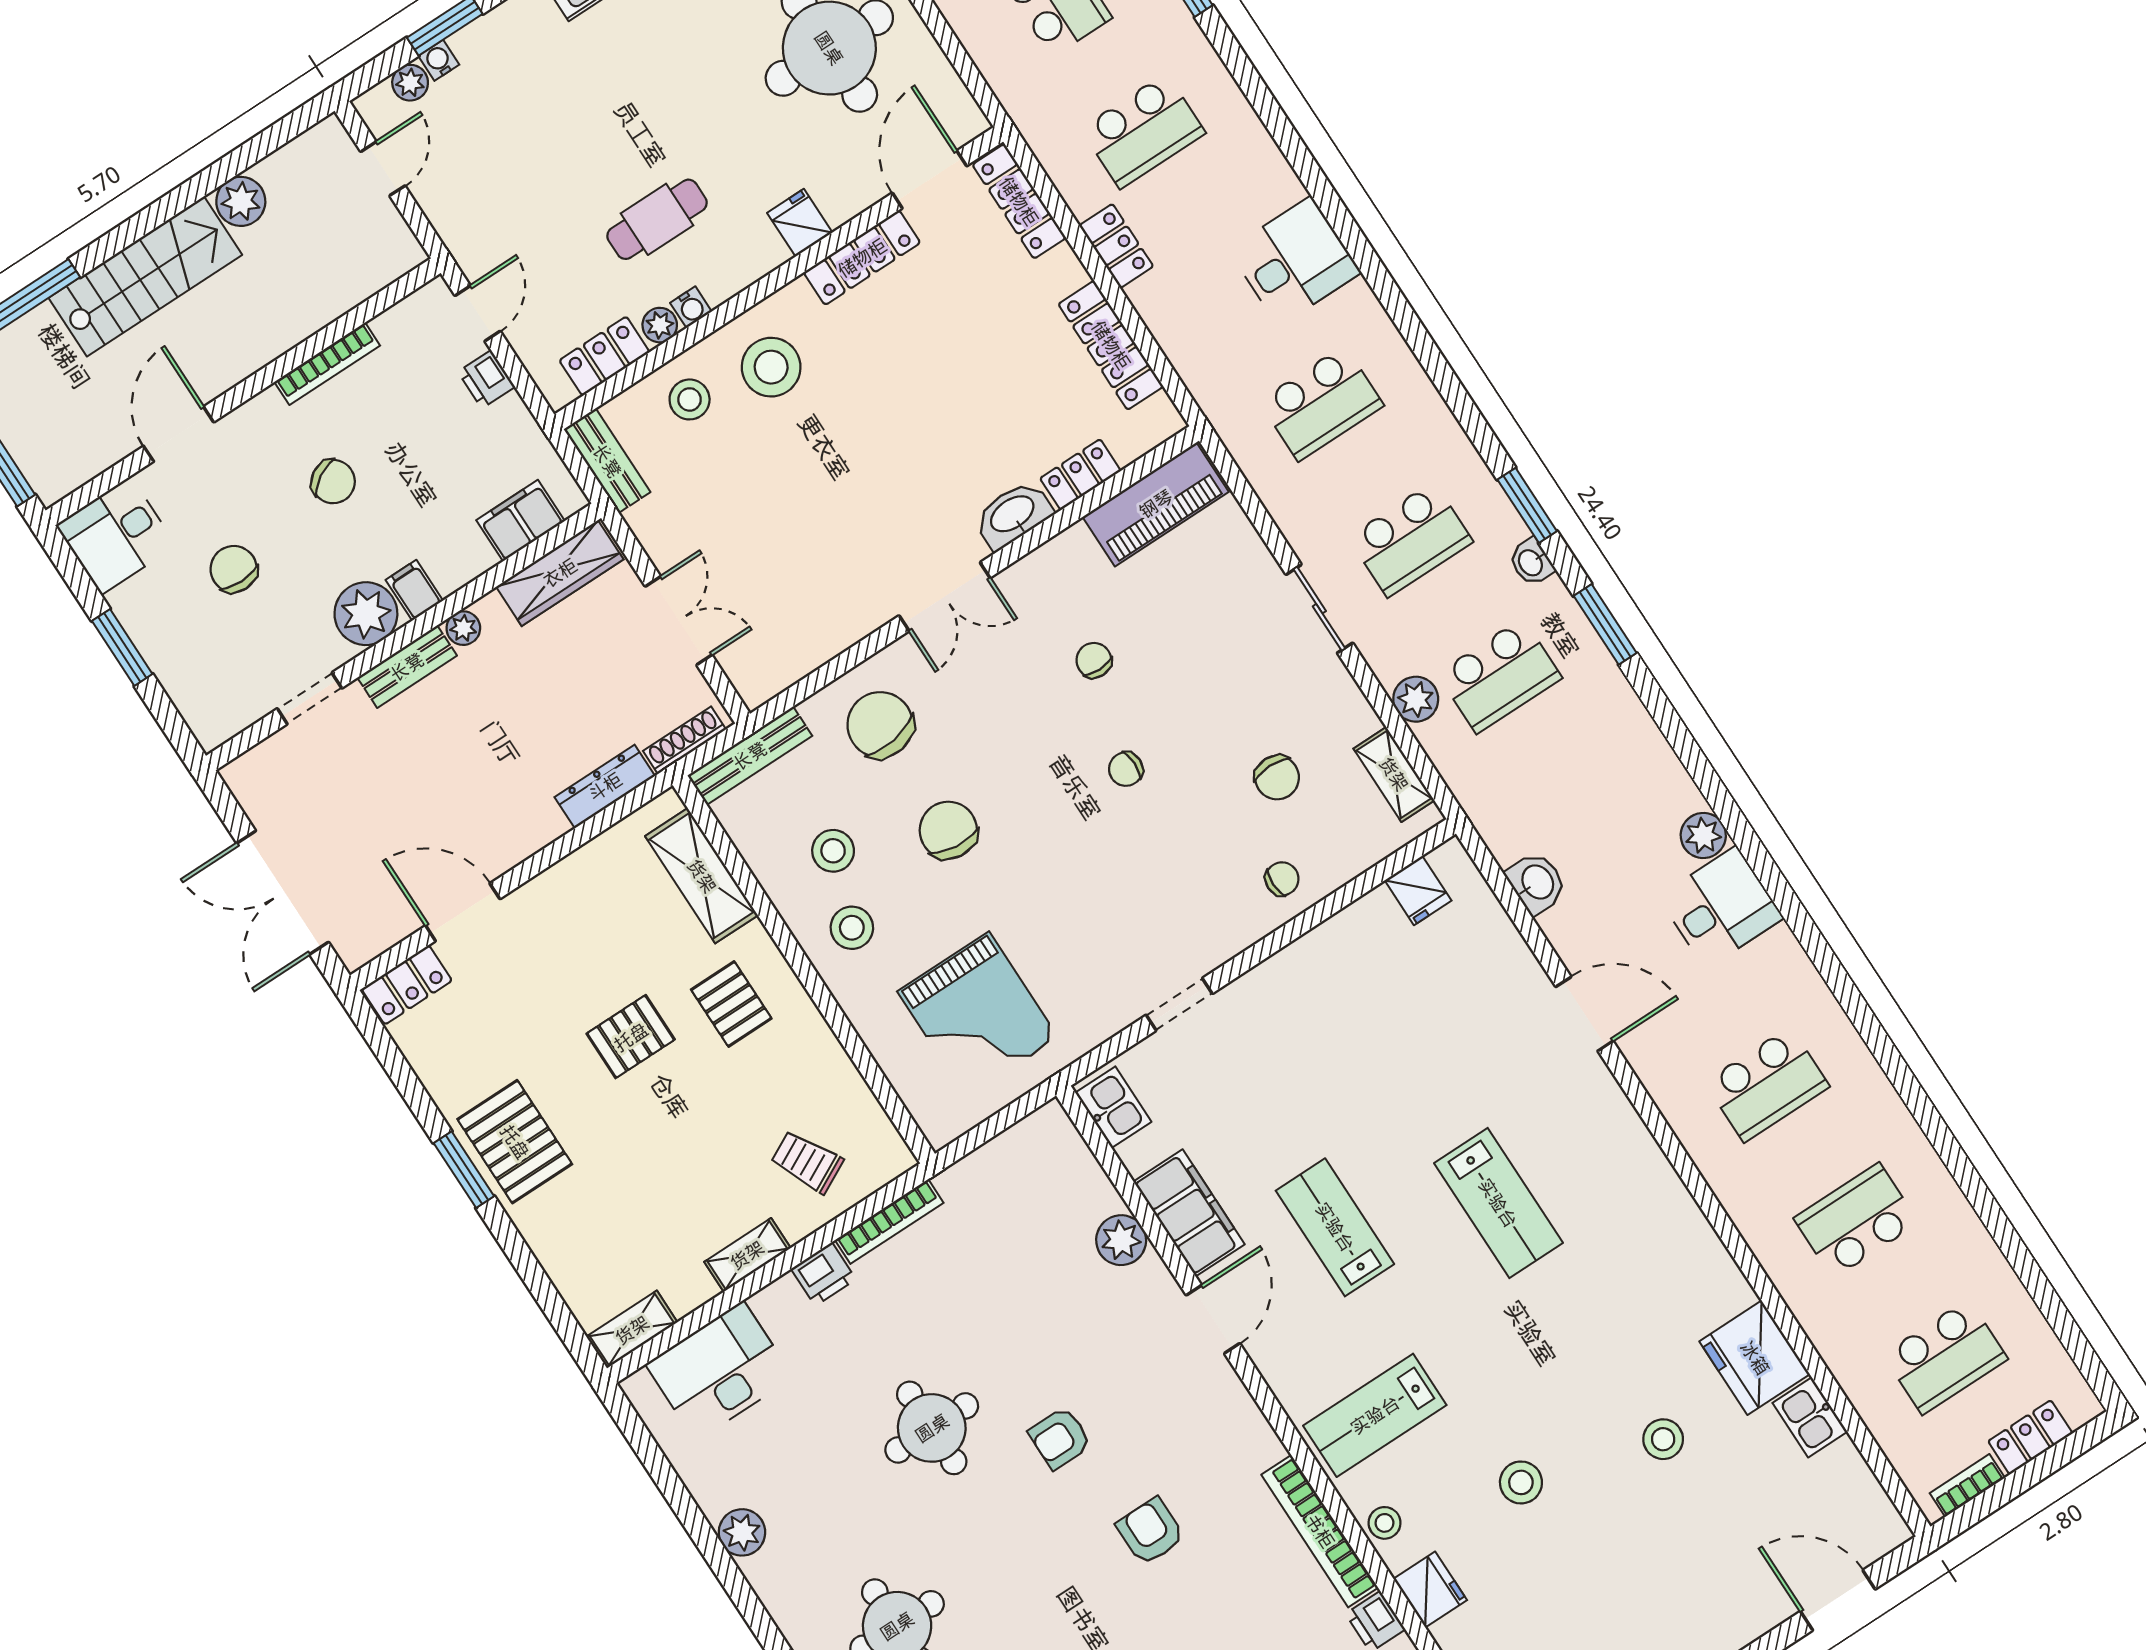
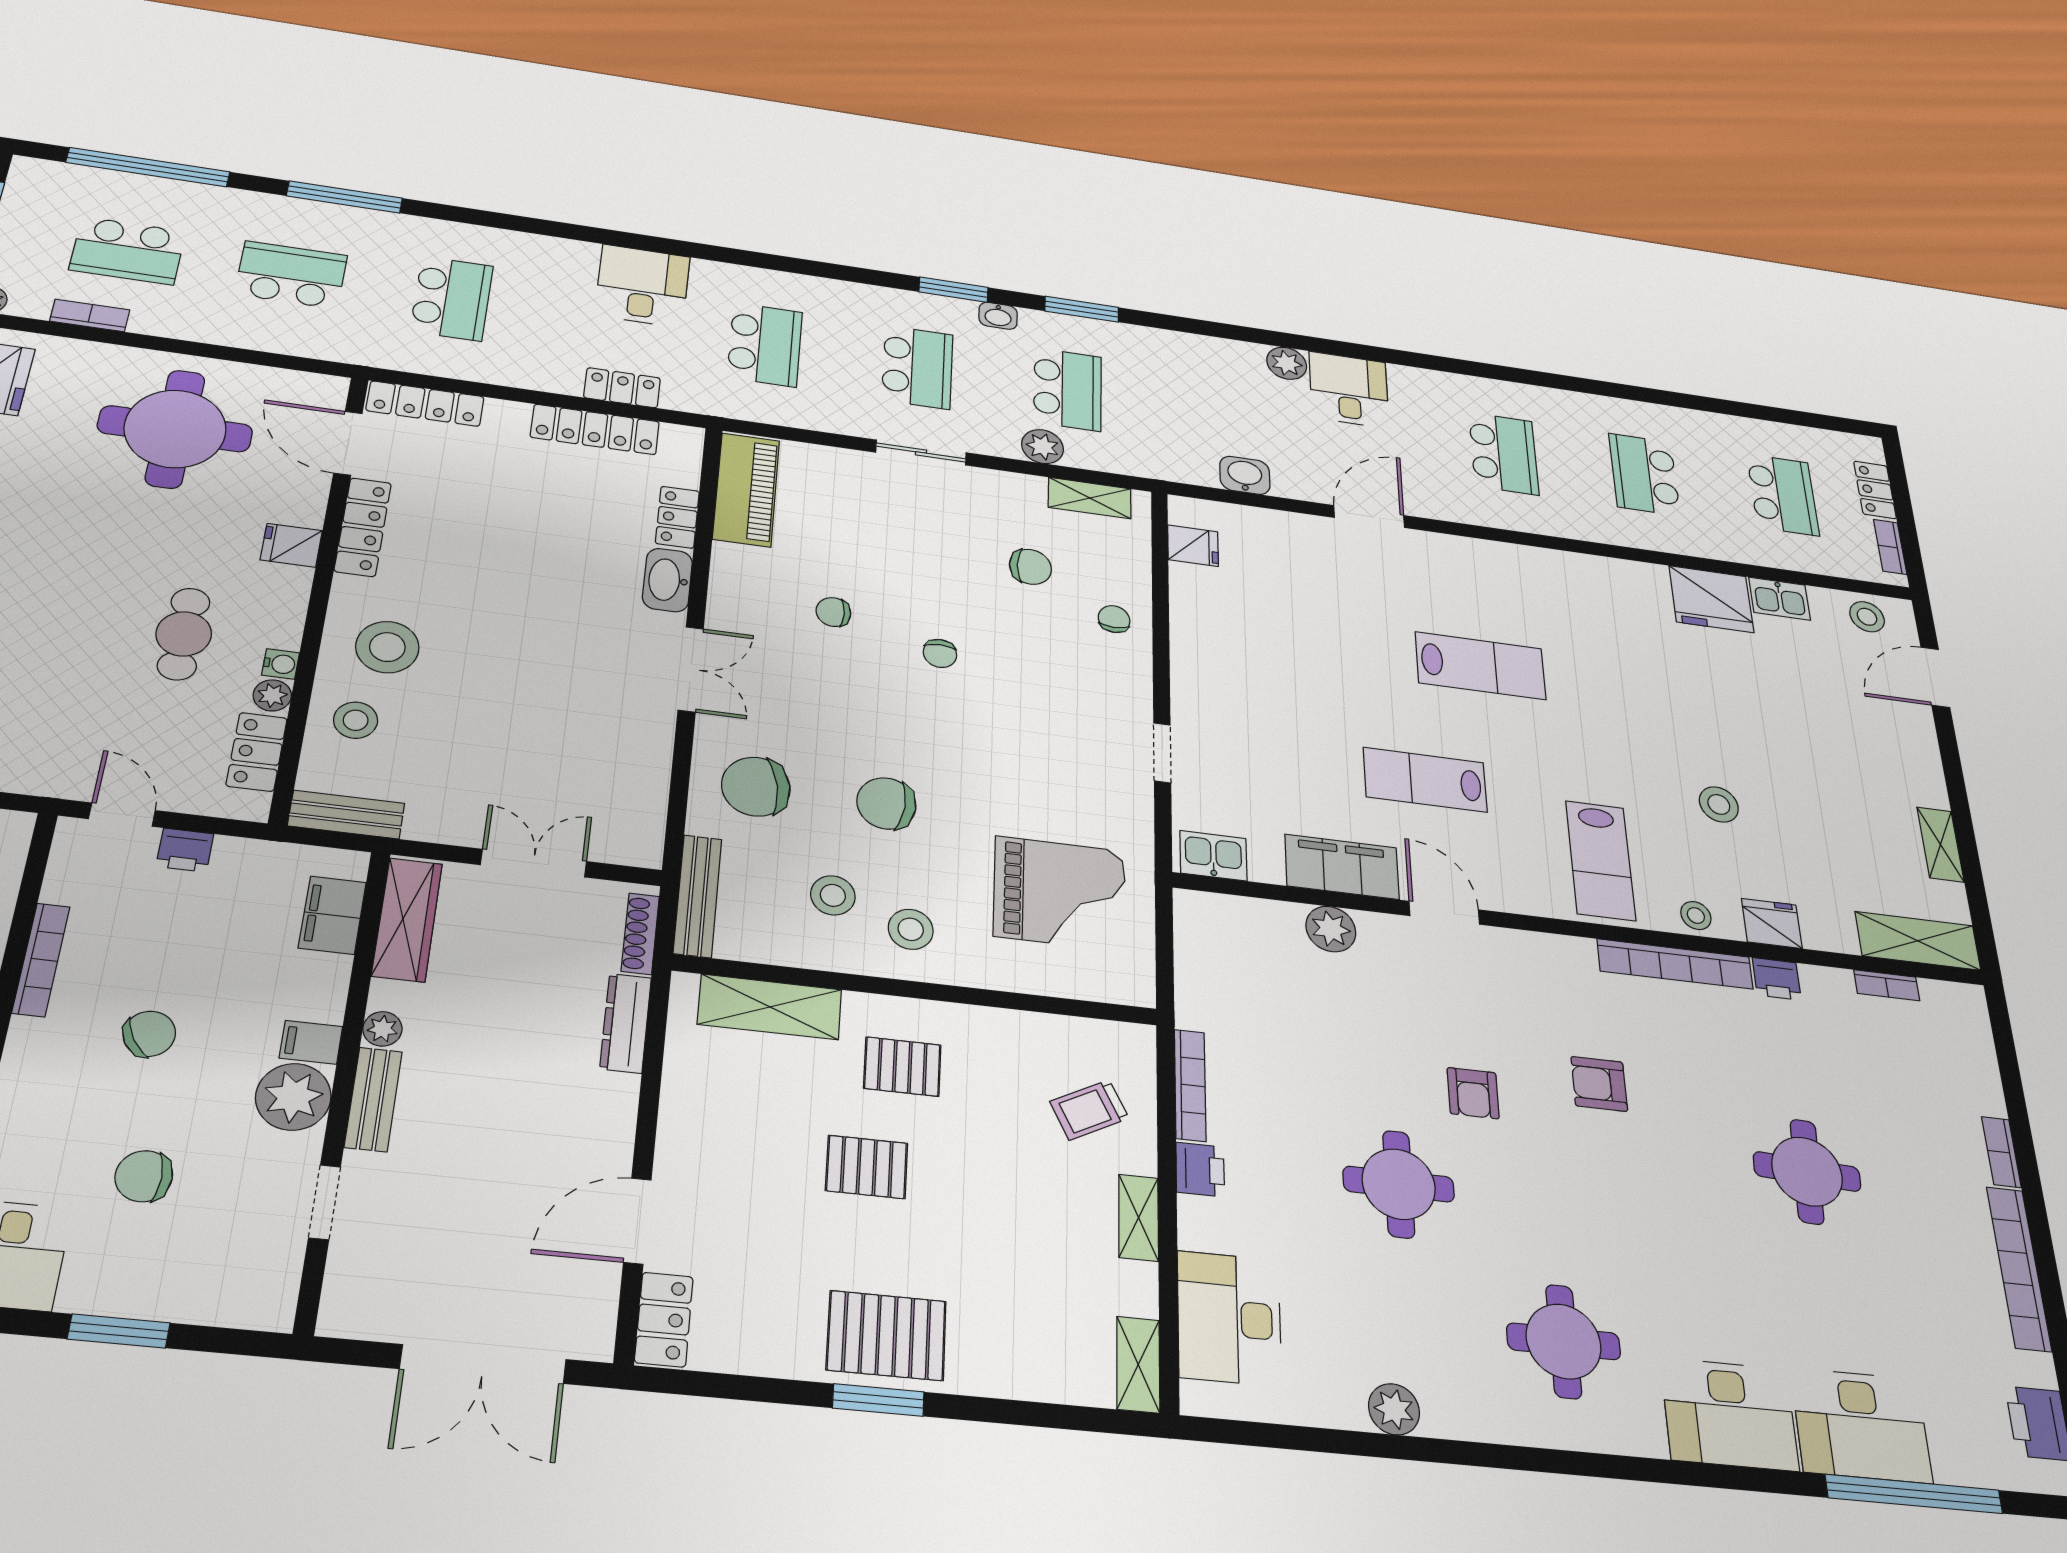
locker: (1116, 246) -> (622, 388), moved
pallet: (631, 1037) -> (867, 1167), turned 90
stool: (1663, 1439) -> (1867, 617), moved

